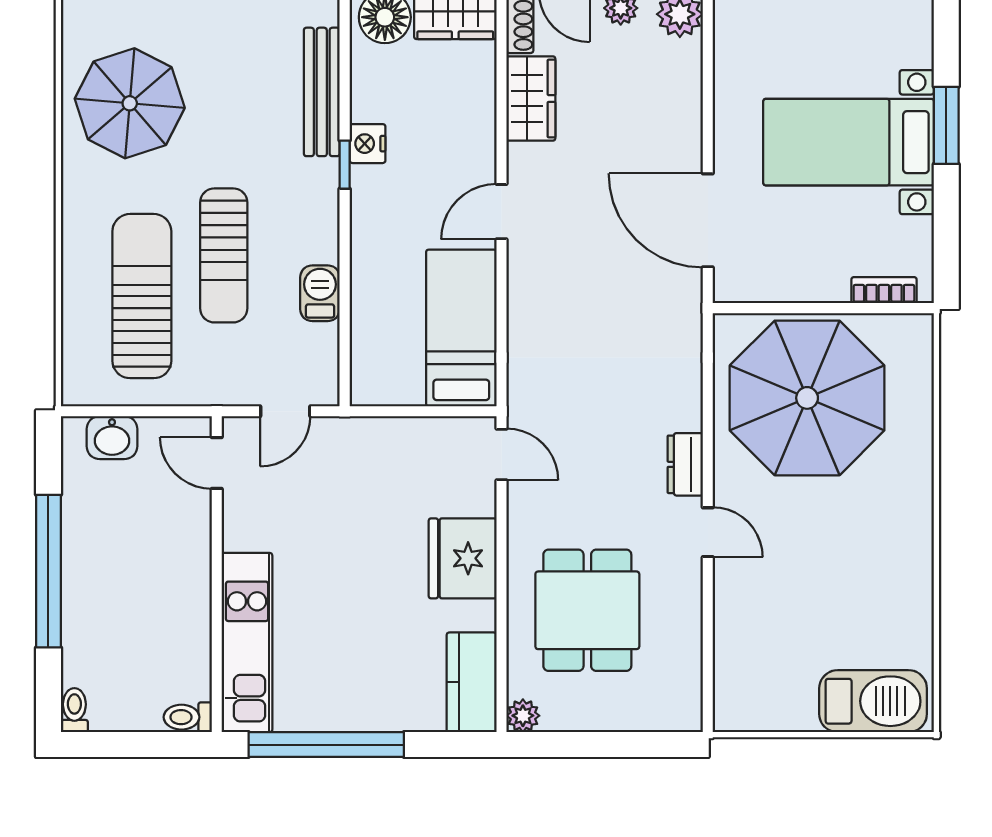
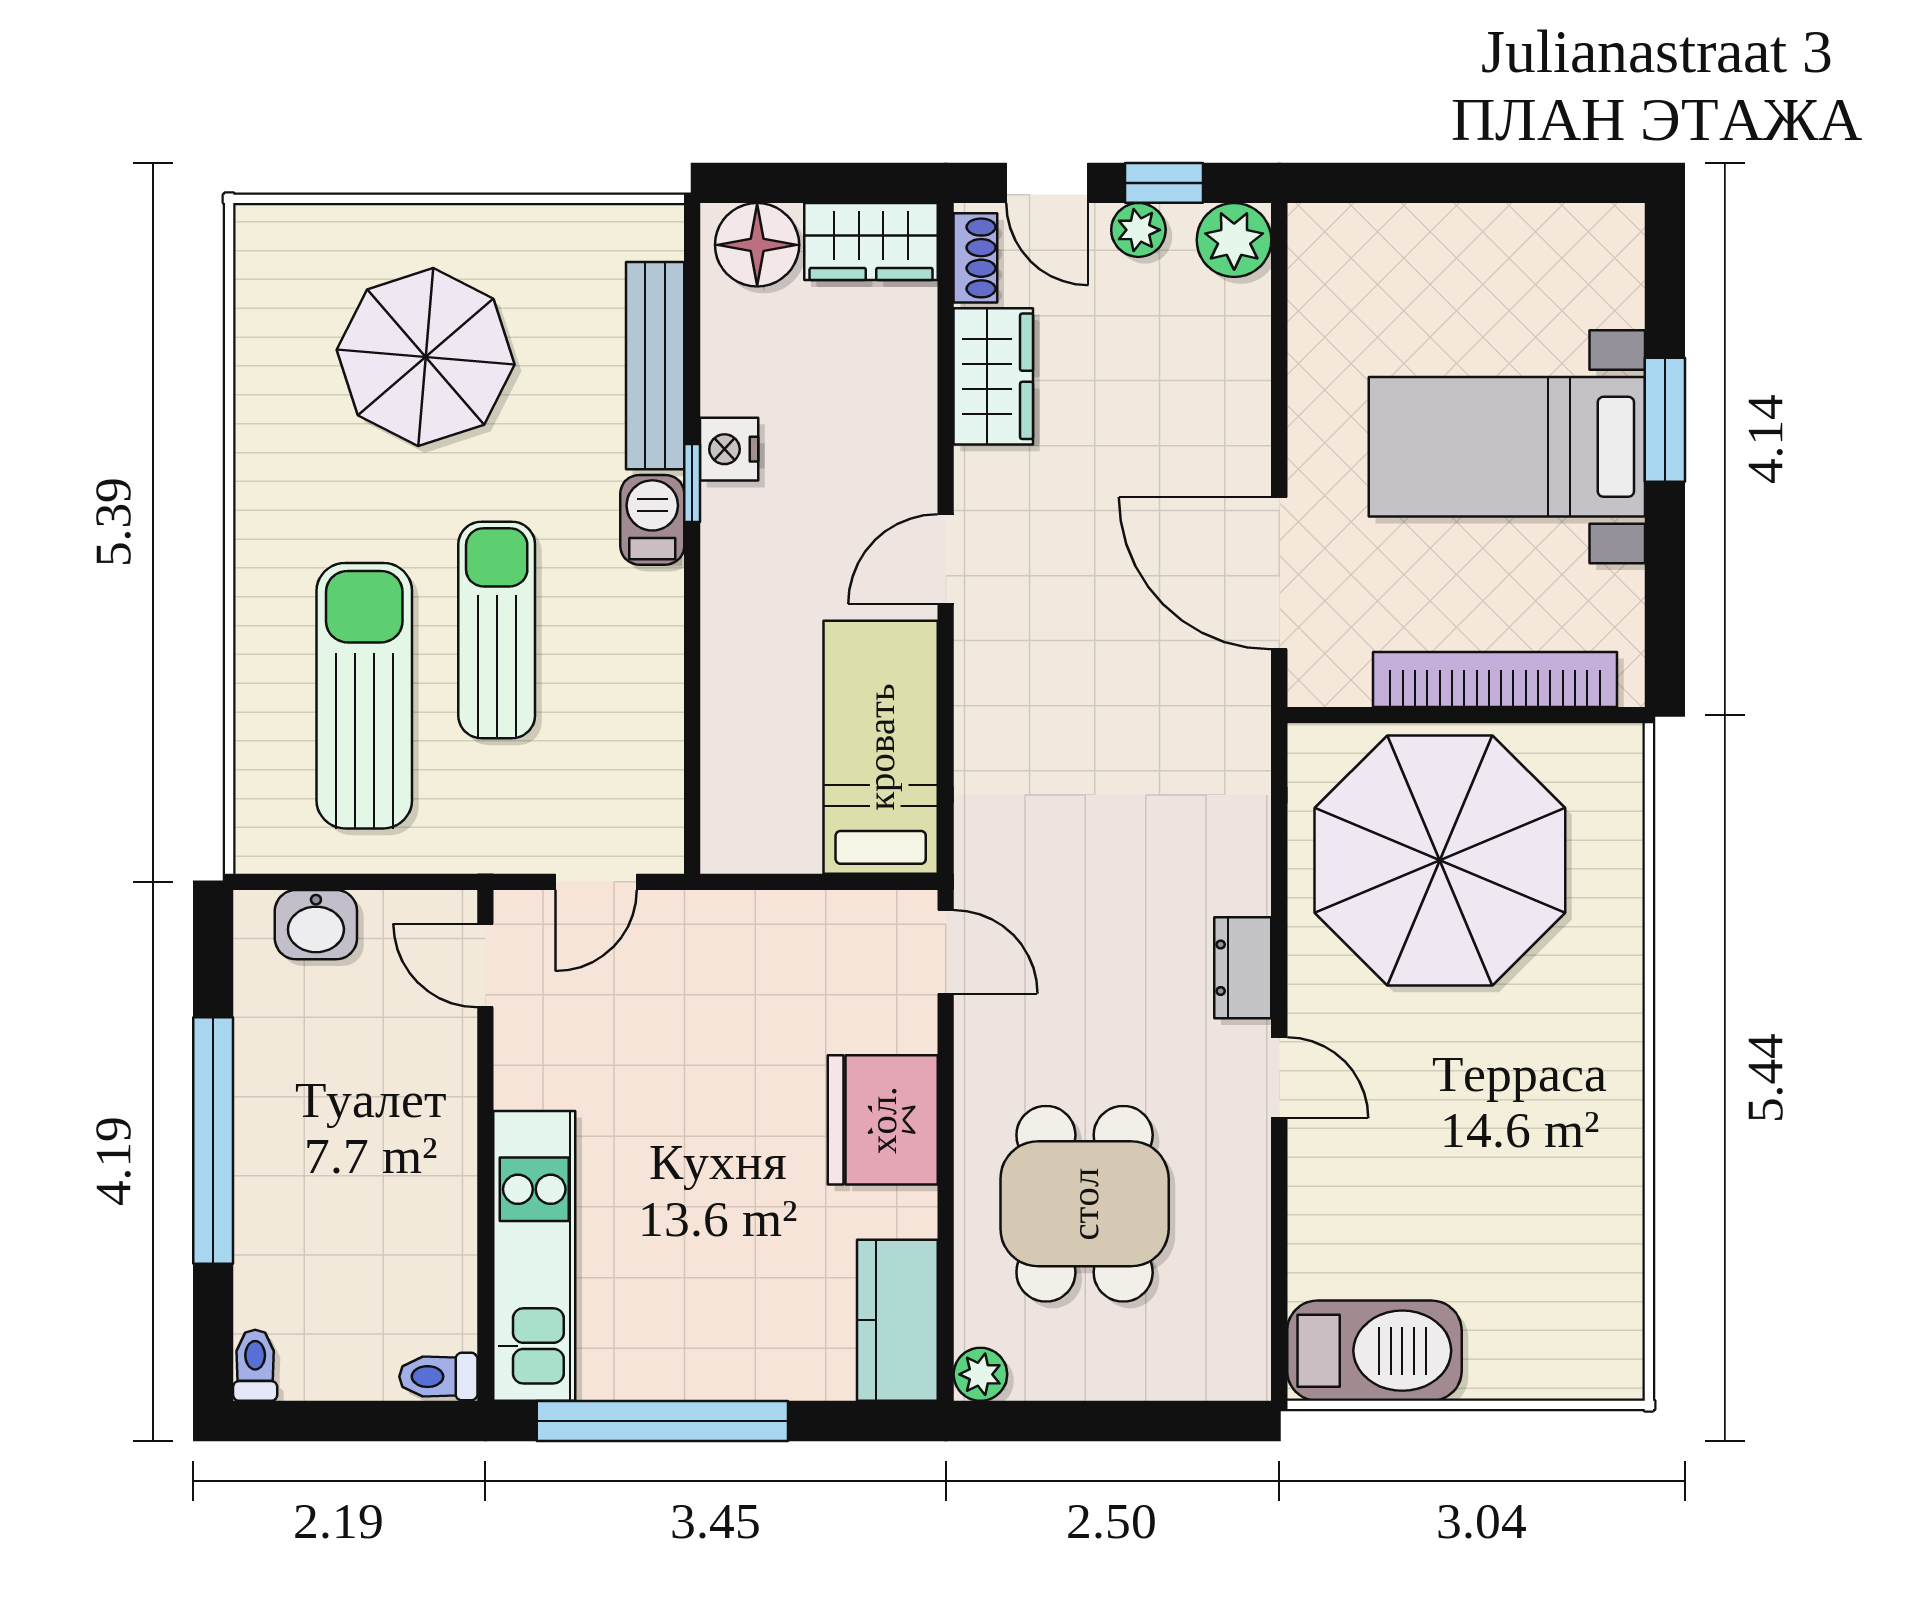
parasol: (130, 103) -> (426, 357), moved
sun lounger: (224, 255) -> (497, 630), turned 180
bookcase: (884, 290) -> (1495, 680), width x2.31, depth x1.31
barbecue: (320, 293) -> (652, 520), moved
barbecue: (873, 701) -> (1374, 1351), moved

